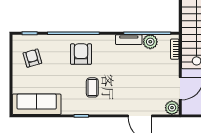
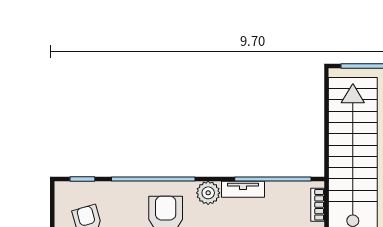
plant: (150, 42) -> (208, 193), moved

